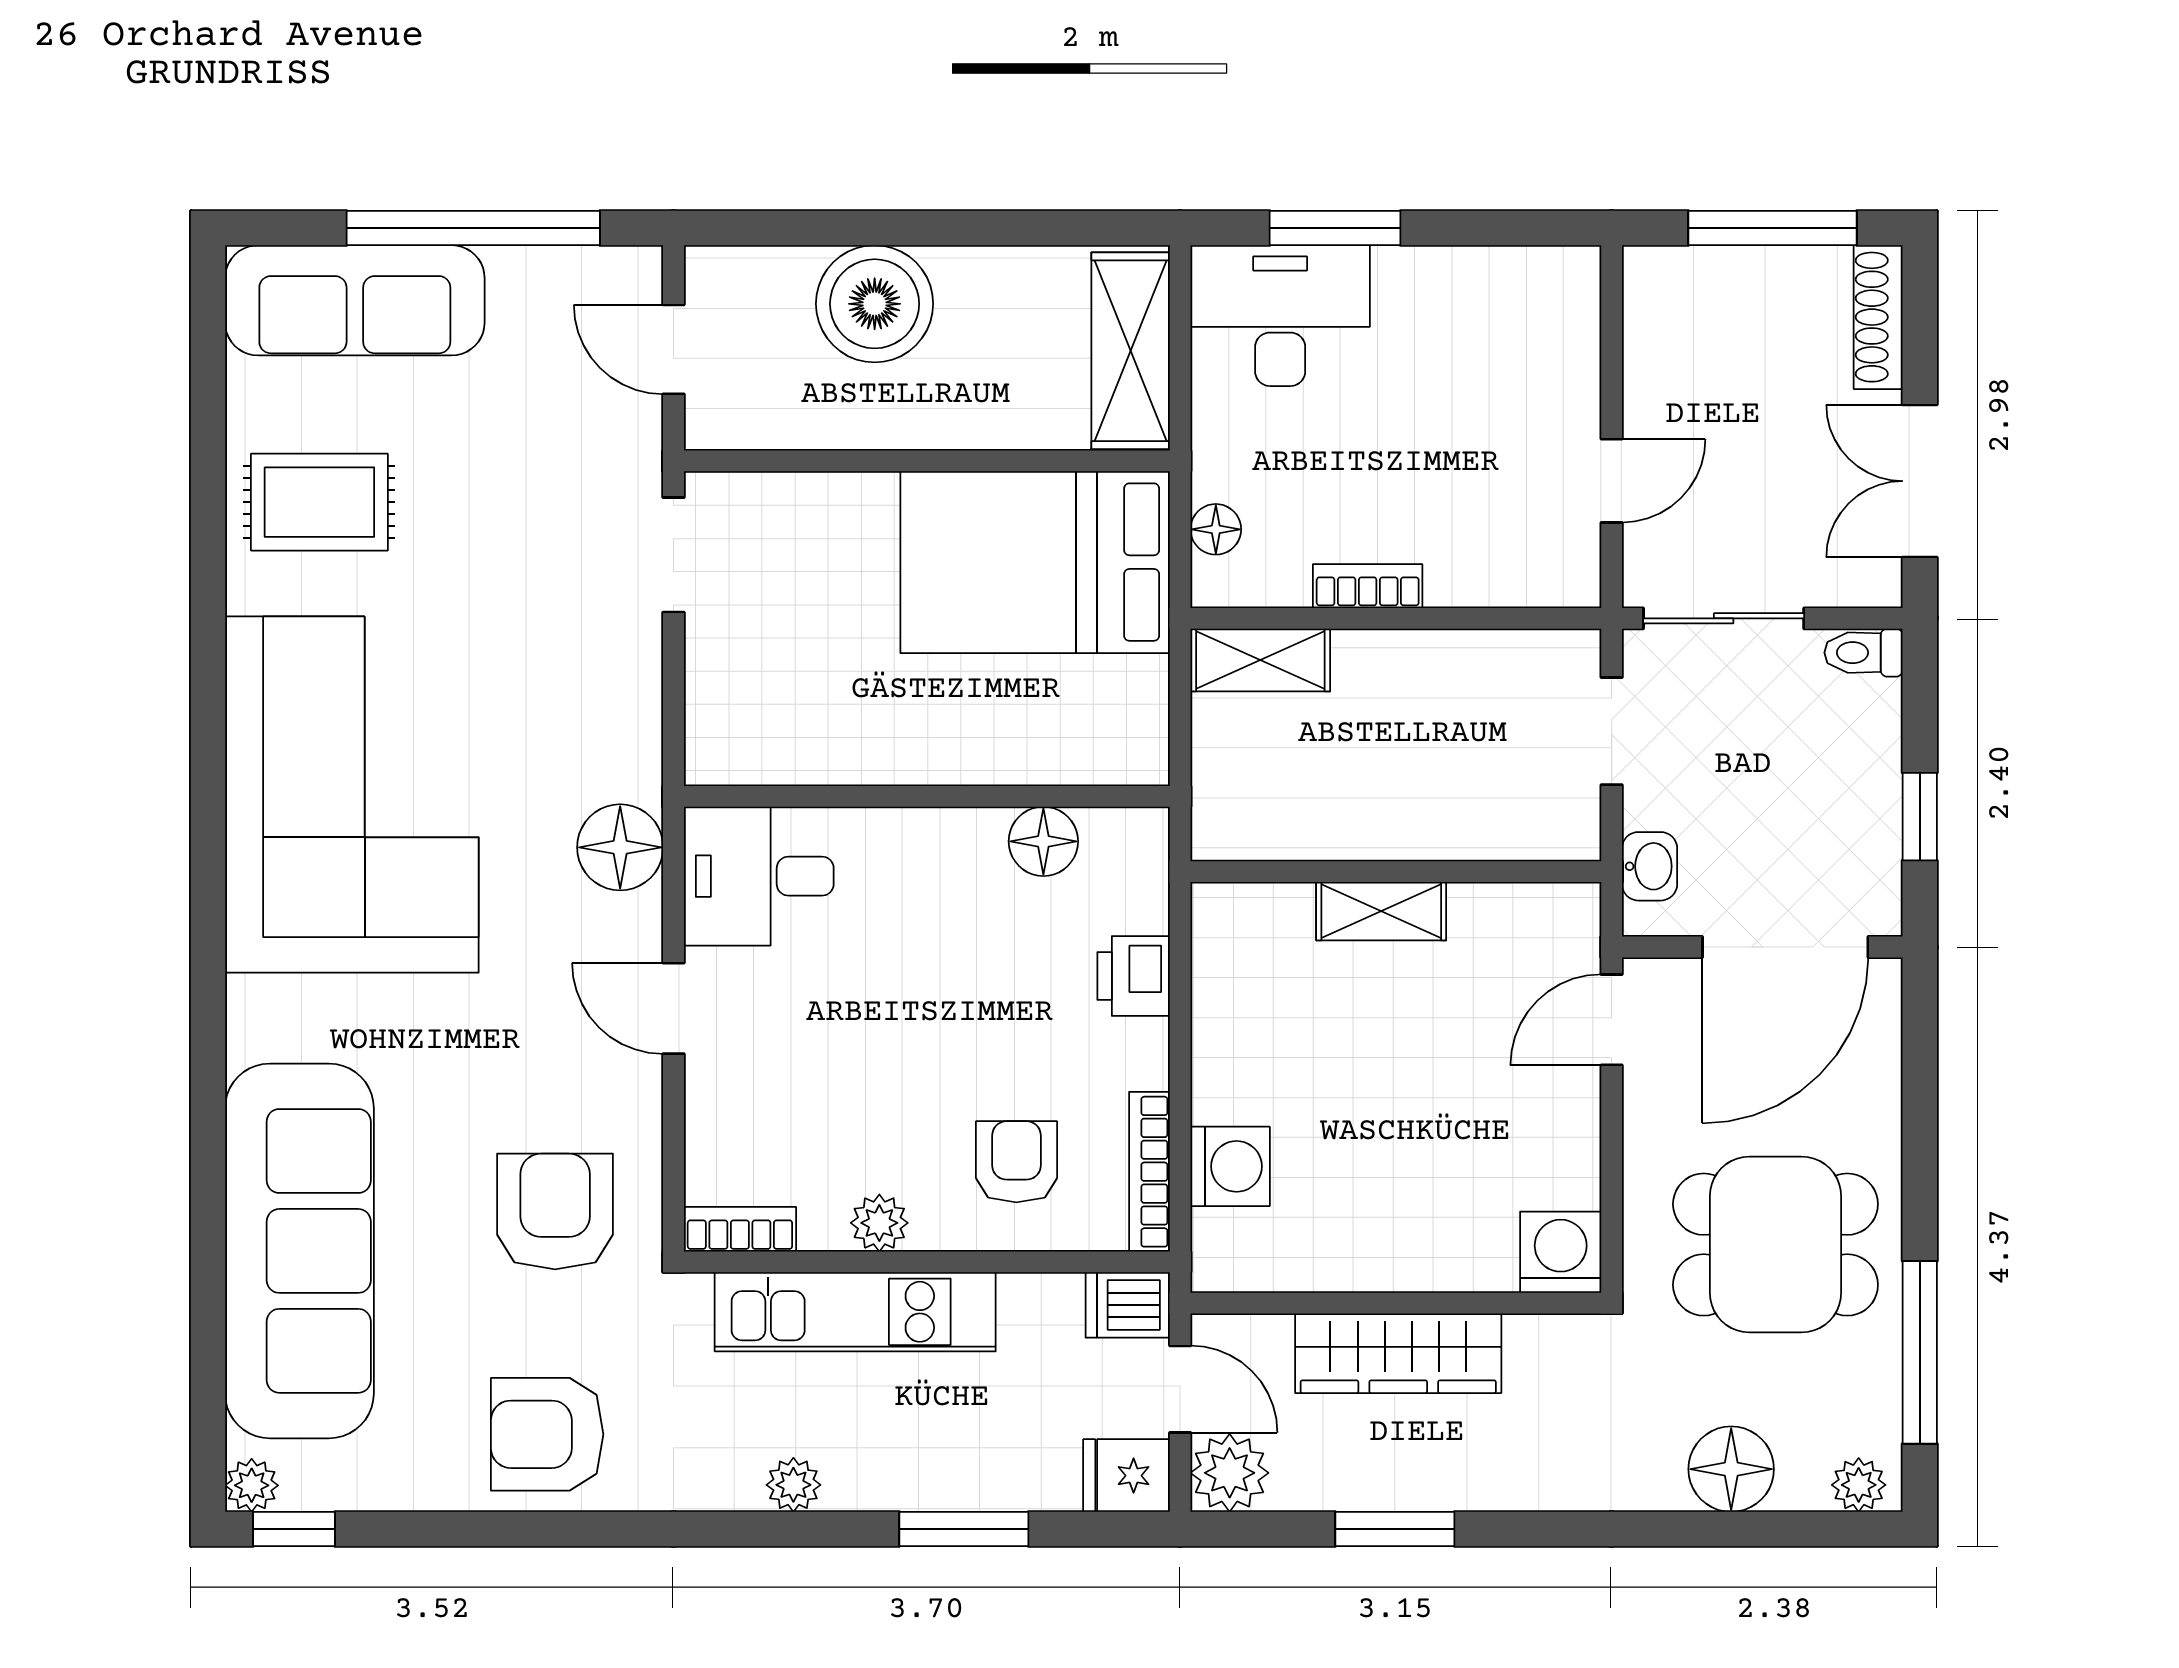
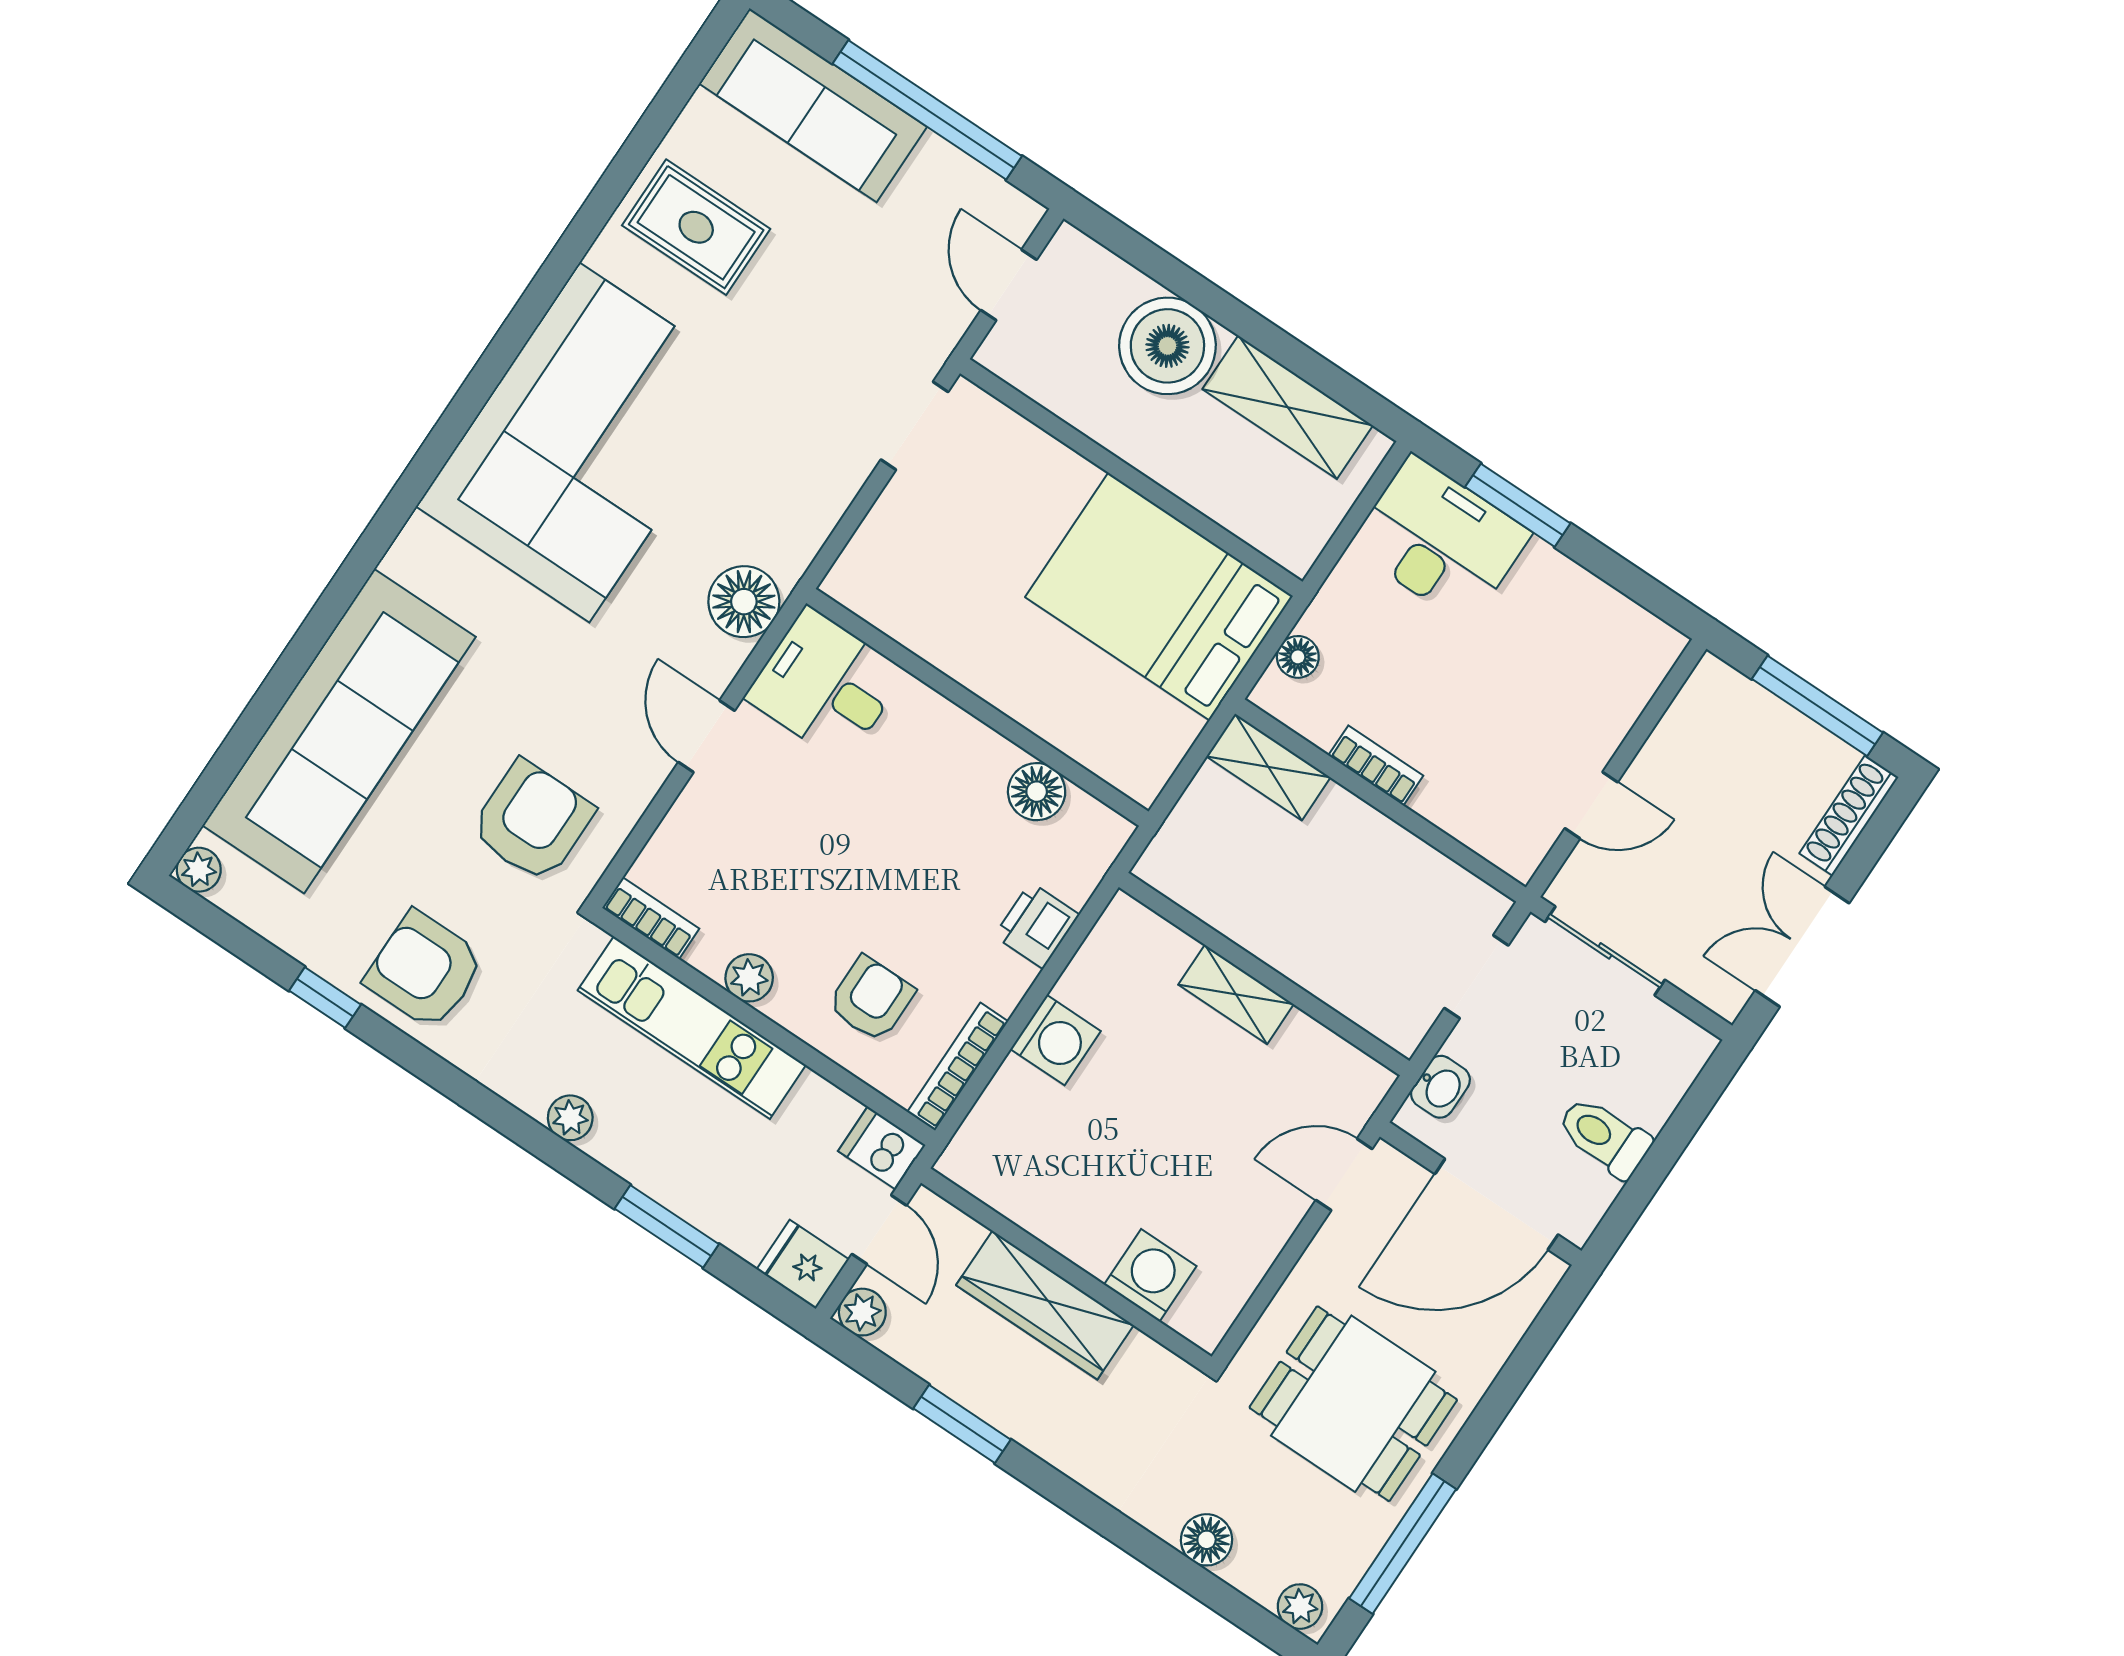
shelving: (1131, 351) -> (1288, 407), moved, turned 90
toilet: (1863, 653) -> (1604, 1137), moved, width x1.37, depth x1.39
window: (1920, 817) -> (1648, 1177), removed
washing machine: (1230, 1166) -> (1056, 1040), moved
washing machine: (1561, 1252) -> (1150, 1275), moved
floor lamp: (1731, 1469) -> (1207, 1540), width x0.73, depth x0.73
plant: (1230, 1473) -> (862, 1312), width x0.73, depth x0.73
window: (294, 1529) -> (325, 998), moved

